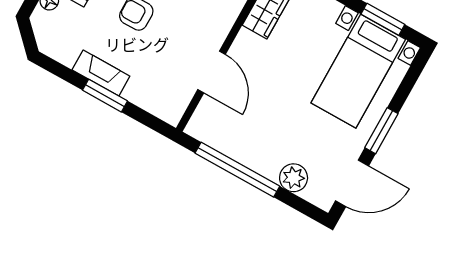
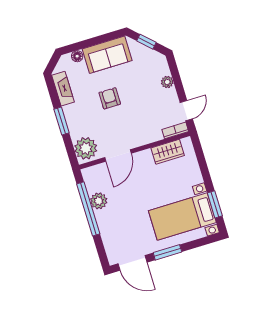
fireplace: (101, 73) -> (63, 89), moved
plant: (165, 100) -> (86, 148), added
plant: (294, 178) -> (99, 201), moved

